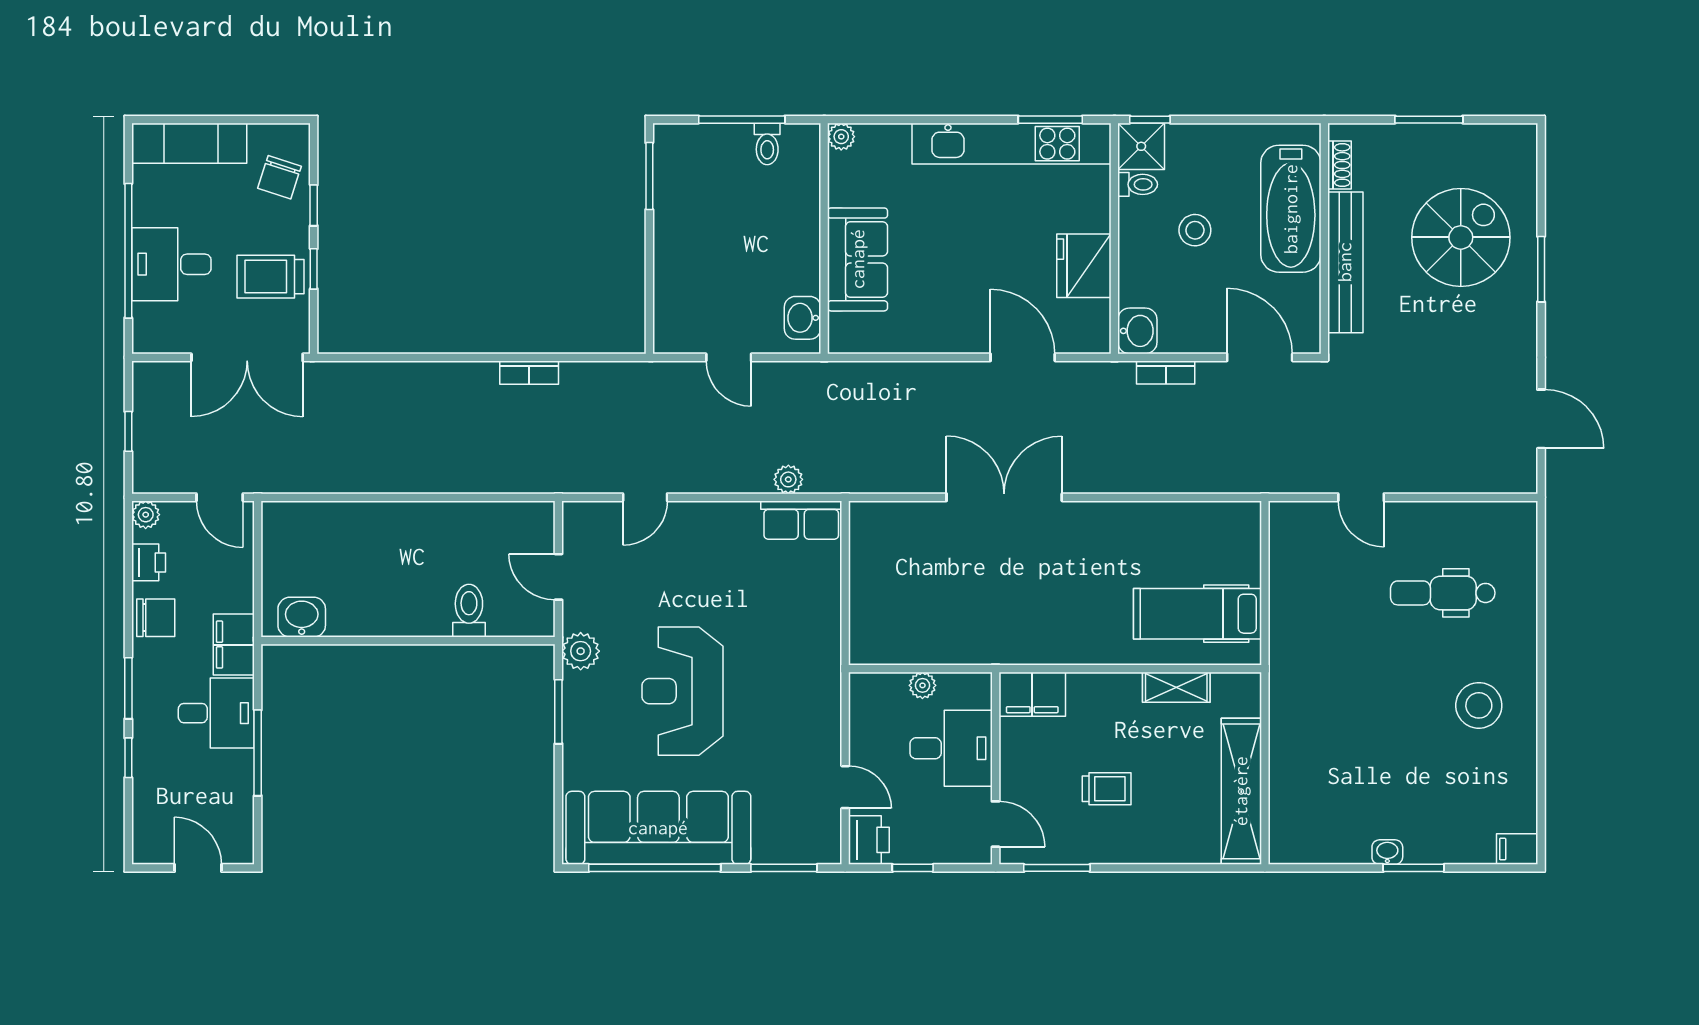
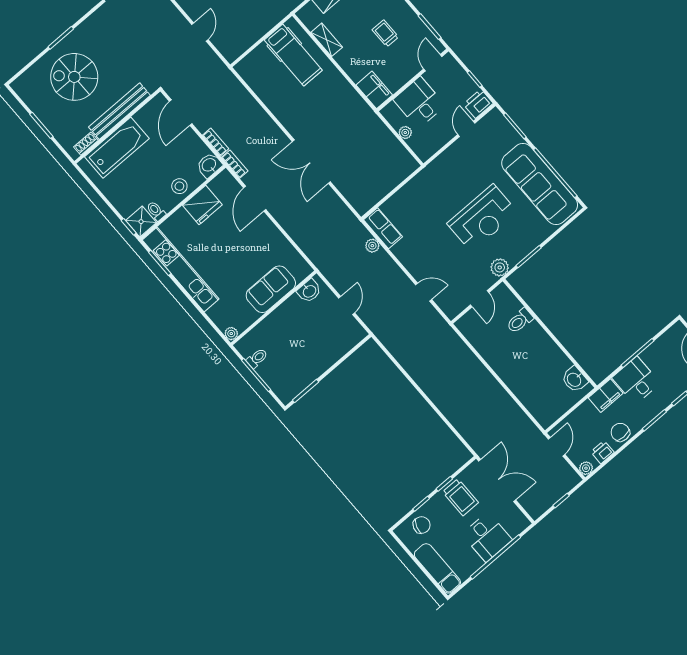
stool: (1195, 230) -> (179, 186), moved
bookcase: (529, 373) -> (235, 164), moved

